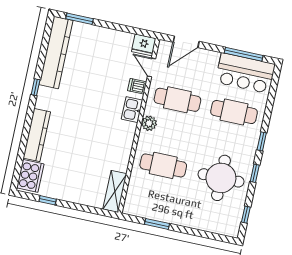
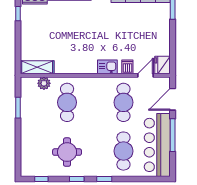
door: (186, 42) -> (173, 99), hinge flipped
window: (244, 54) -> (173, 135), moved
bar counter: (245, 73) -> (157, 145), width x1.36
plant: (149, 123) -> (44, 83), moved
round table: (221, 178) -> (67, 152), width x0.73, depth x0.73

